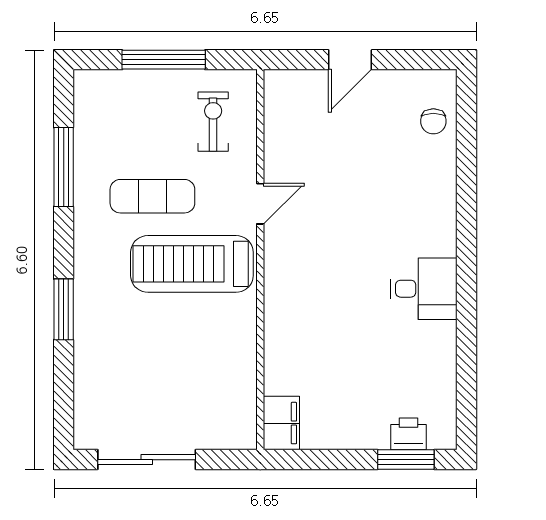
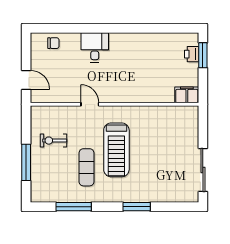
door: (260, 204) -> (90, 104), moved
wall: (260, 260) -> (115, 104), moved
desk: (424, 289) -> (95, 47), moved
filing cabinet: (281, 423) -> (187, 95), moved

